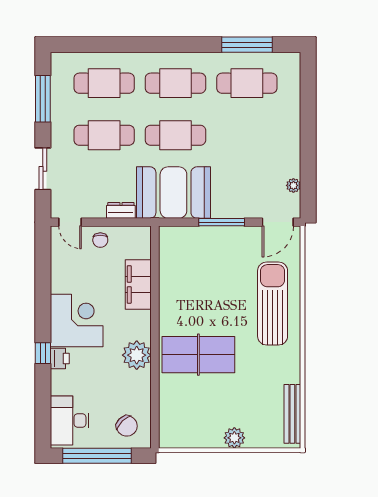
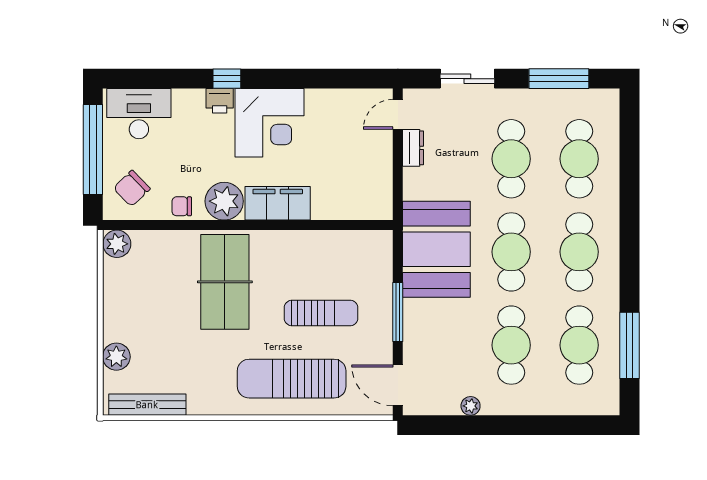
cafe table: (247, 135) -> (511, 345), added
plant: (293, 185) -> (471, 406), moved
dresser: (121, 210) -> (413, 148), moved
chair: (100, 240) -> (182, 206), moved
sun lounger: (222, 281) -> (321, 313), added
filing cabinet: (138, 284) -> (278, 203), moved
sun lounger: (273, 304) -> (292, 379), turned 180
plant: (169, 437) -> (117, 244), added
plant: (234, 438) -> (116, 357), moved

